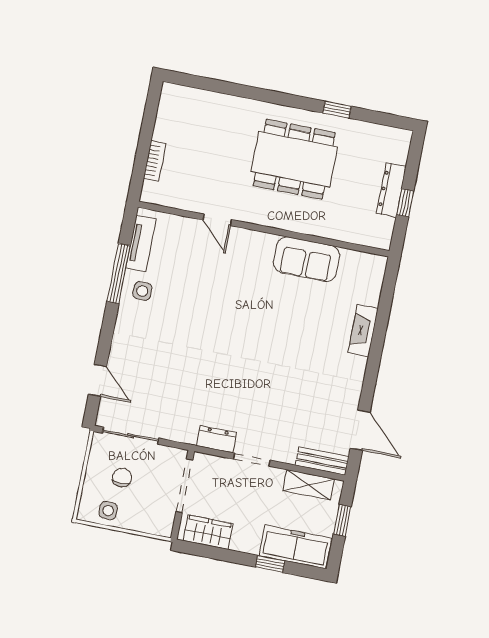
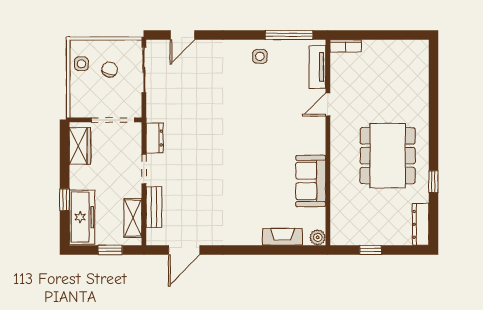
bookcase: (155, 161) -> (346, 46), moved
dresser: (391, 190) -> (421, 224), moved, turned -90
tv unit: (141, 244) -> (317, 67), moved, turned 90
plant: (377, 264) -> (318, 237), added
window: (119, 273) -> (289, 35), moved
fireplace: (363, 331) -> (282, 237), moved
bench: (322, 461) -> (154, 207), moved
chair: (122, 478) -> (110, 69), turned -73

